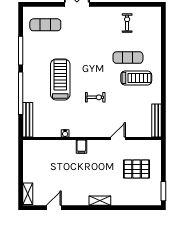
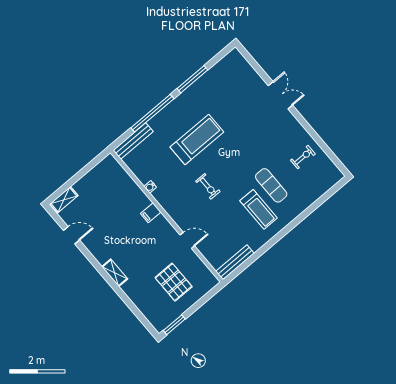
exercise mat: (45, 25) -> (236, 82), removed

